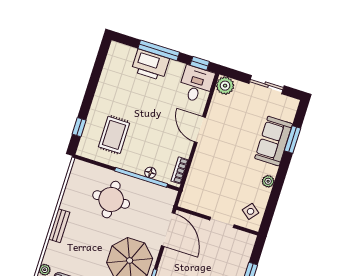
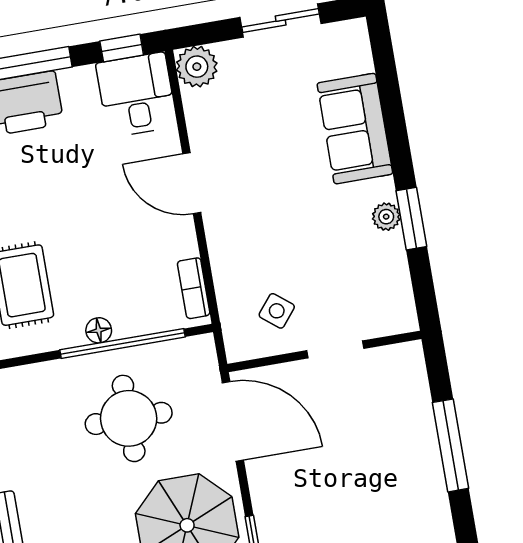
window: (292, 140) -> (411, 219), moved
floor lamp: (150, 173) -> (99, 330), moved
round table: (111, 200) -> (129, 418), moved
side table: (251, 211) -> (277, 311), moved

